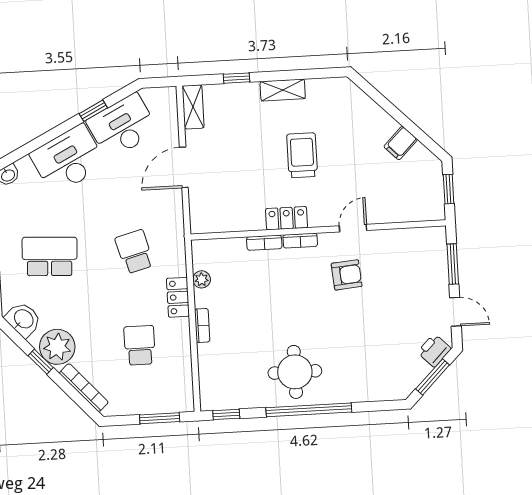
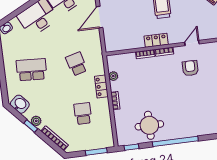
armchair: (347, 275) -> (190, 68), turned -85
plant: (57, 347) -> (36, 121), width x0.53, depth x0.53
round table: (295, 372) -> (149, 125), moved

